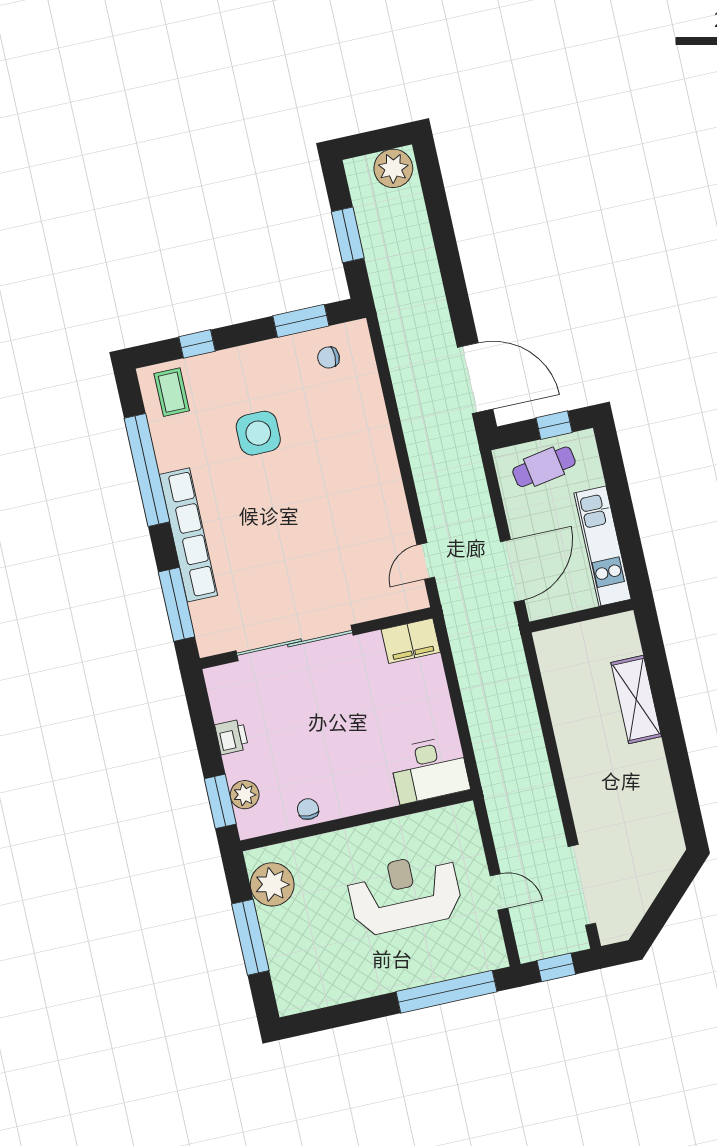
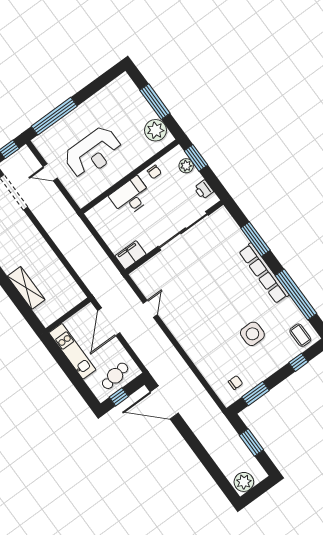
wall: (316, 638) -> (174, 237), moved
filing cabinet: (411, 641) -> (131, 255), moved
sliding door: (294, 643) -> (183, 231), moved
desk: (429, 770) -> (131, 197), moved

